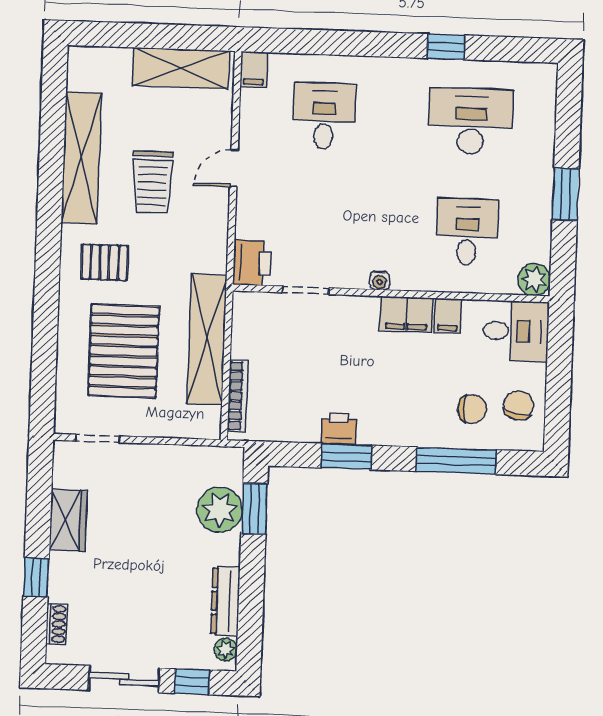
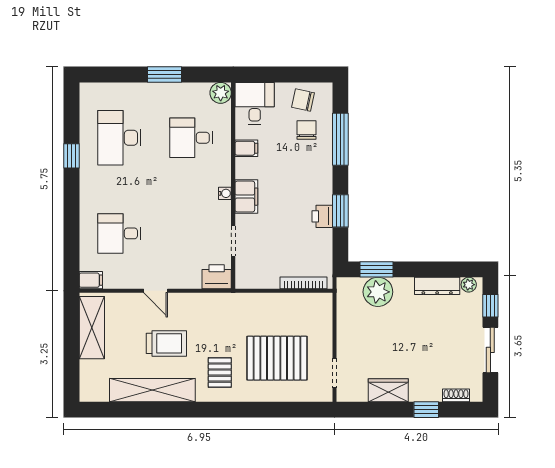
filing cabinet: (406, 314) -> (246, 197), moved
shelving: (207, 339) -> (267, 304), removed

